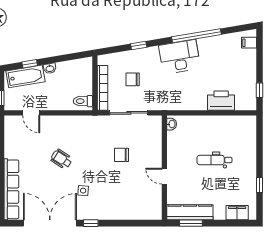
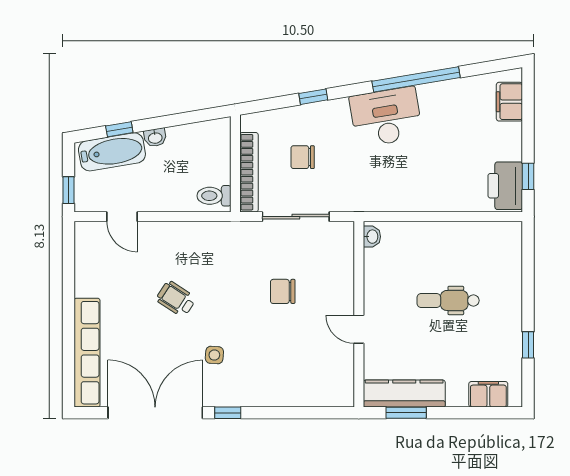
filing cabinet: (249, 43) -> (509, 102), width x2.00
printer: (221, 101) -> (505, 186), moved, turned -90

